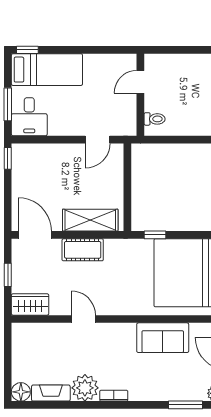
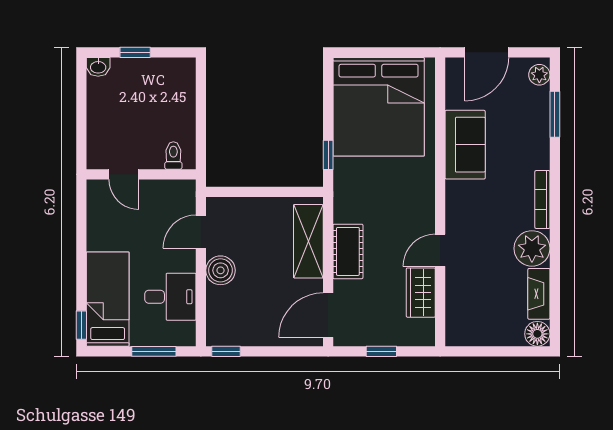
desk: (29, 117) -> (170, 297), moved
door: (98, 140) -> (201, 232), swing flipped
boiler: (68, 154) -> (221, 270), added
wardrobe: (30, 304) -> (421, 293), moved
bookcase: (114, 396) -> (542, 200), width x1.56

